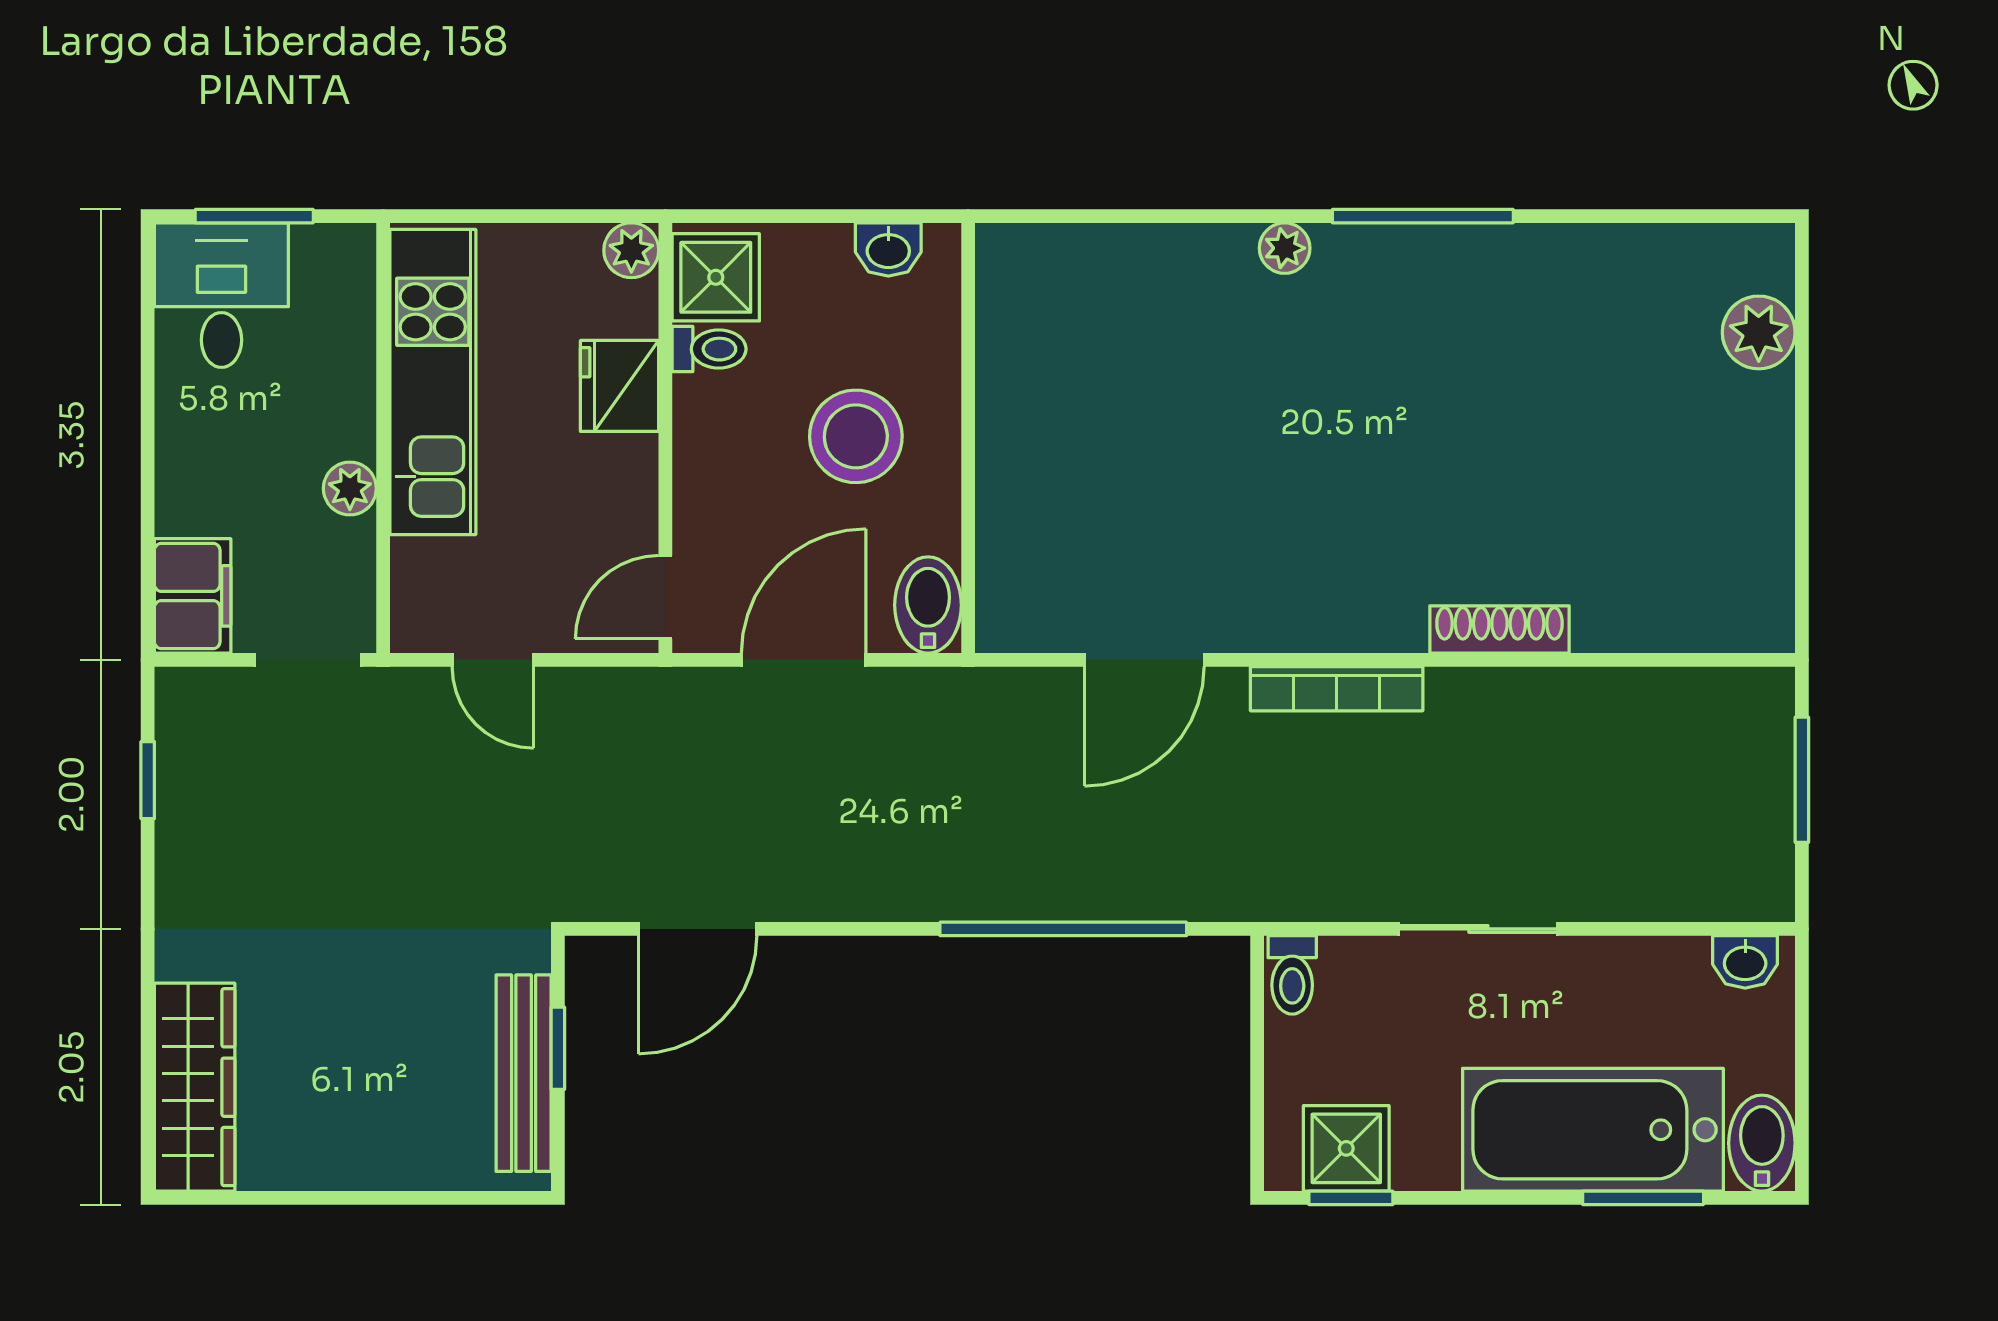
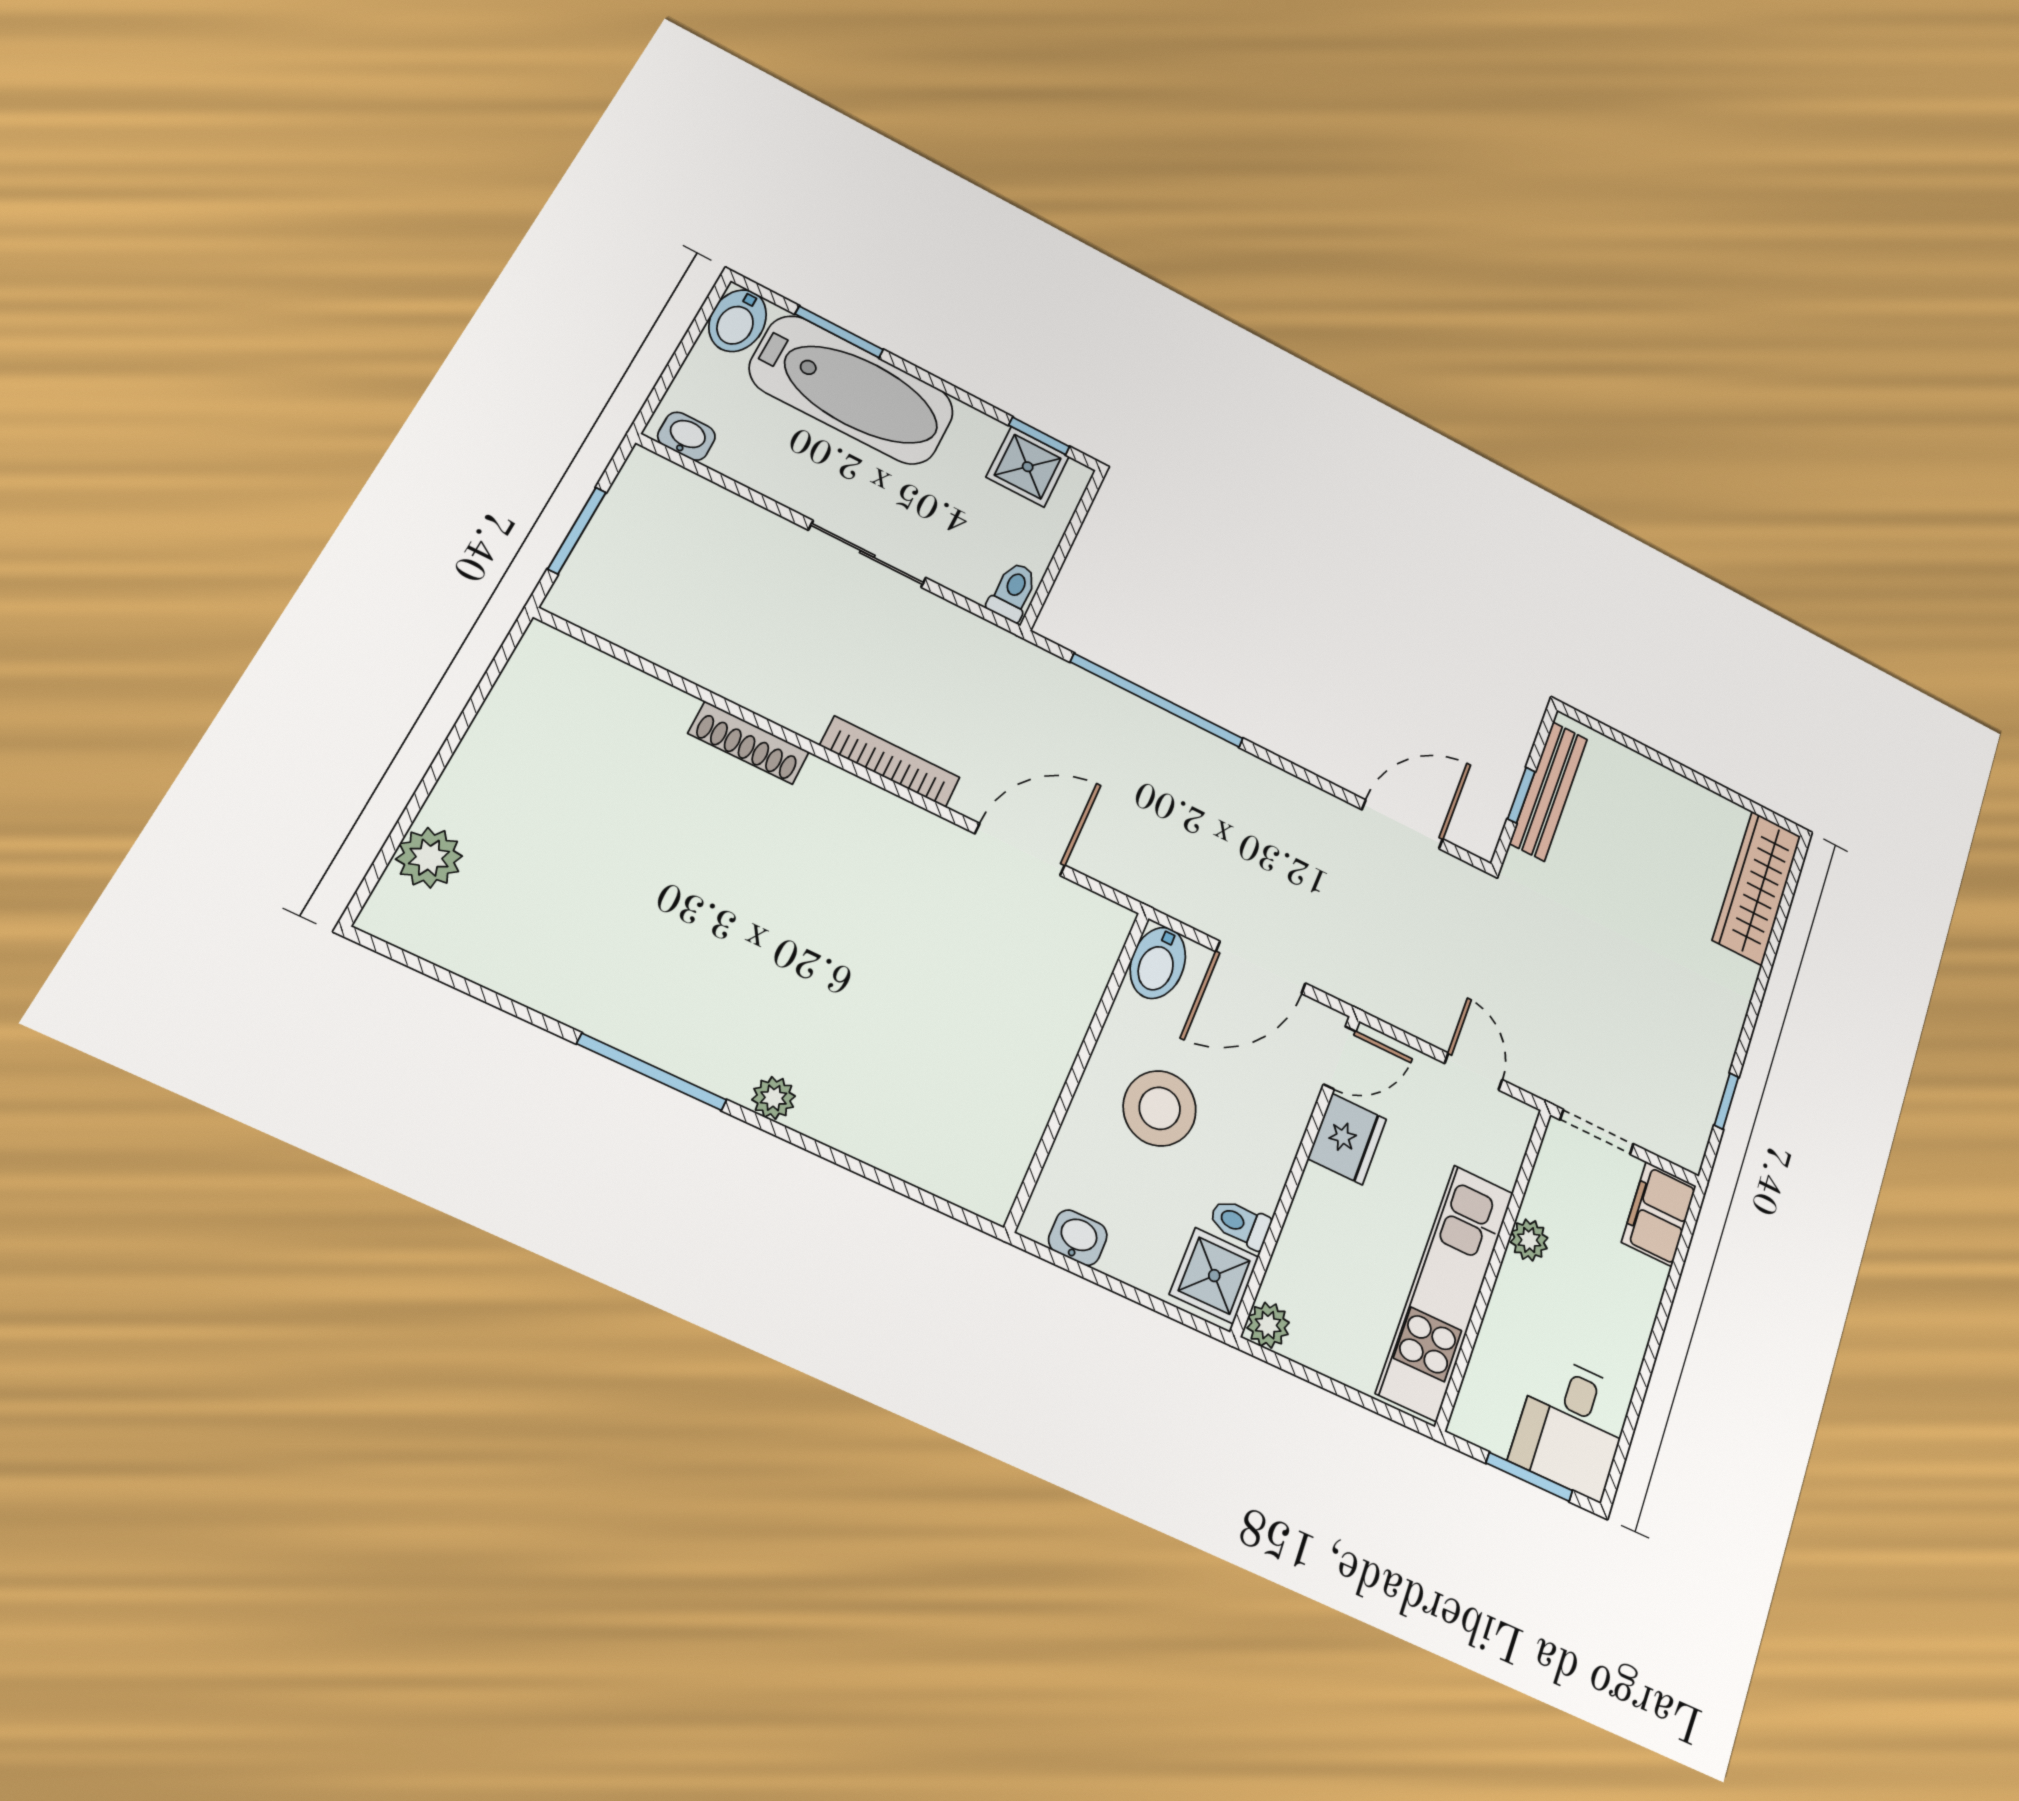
fridge: (620, 386) -> (1347, 1139), moved

